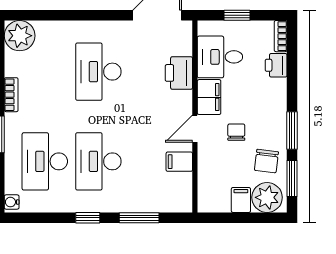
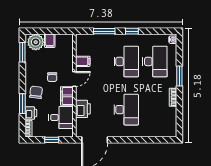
plant: (20, 36) -> (168, 129), removed
window: (292, 131) -> (22, 104), moved
chair: (266, 161) -> (36, 92), moved

